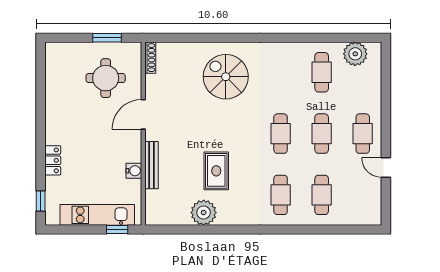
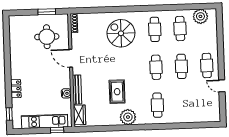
door: (143, 114) -> (71, 58), hinge flipped
cafe table: (322, 195) -> (155, 29), moved
wardrobe: (154, 206) -> (79, 115), added
plant: (204, 213) -> (128, 117), moved

